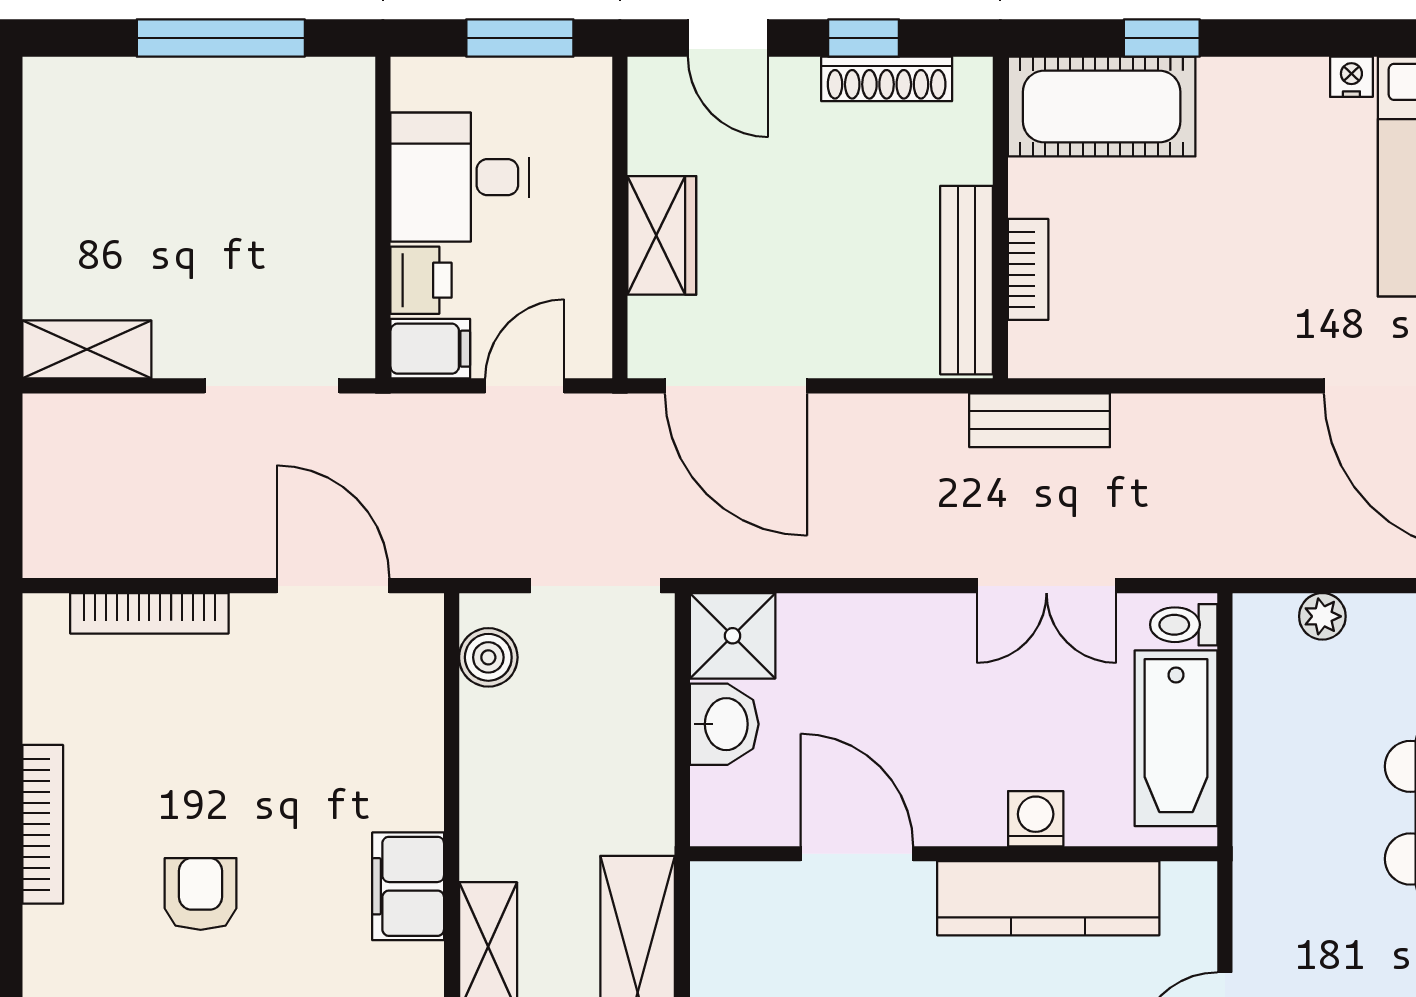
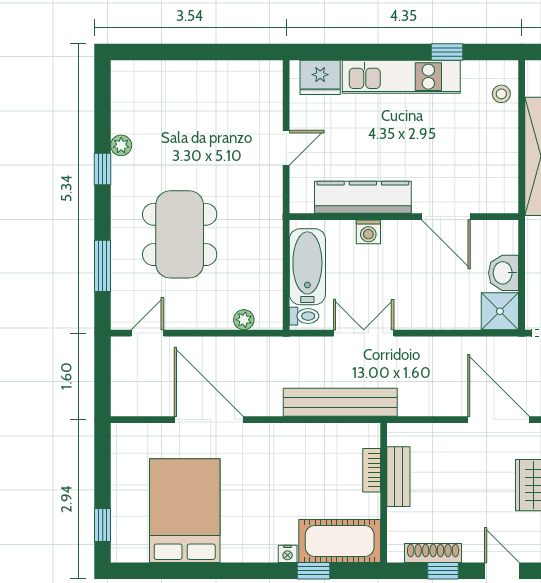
nightstand: (1351, 77) -> (288, 554), moved
bench: (967, 280) -> (398, 477), width x0.73
bench: (1040, 420) -> (340, 402), width x1.86, depth x1.21

